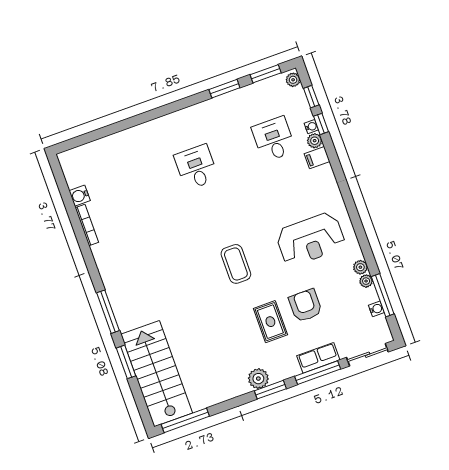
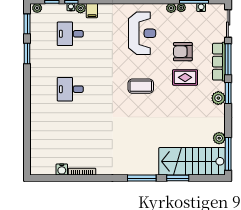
row of seats: (318, 358) -> (219, 62), width x1.48
plant: (203, 400) -> (219, 138), added

